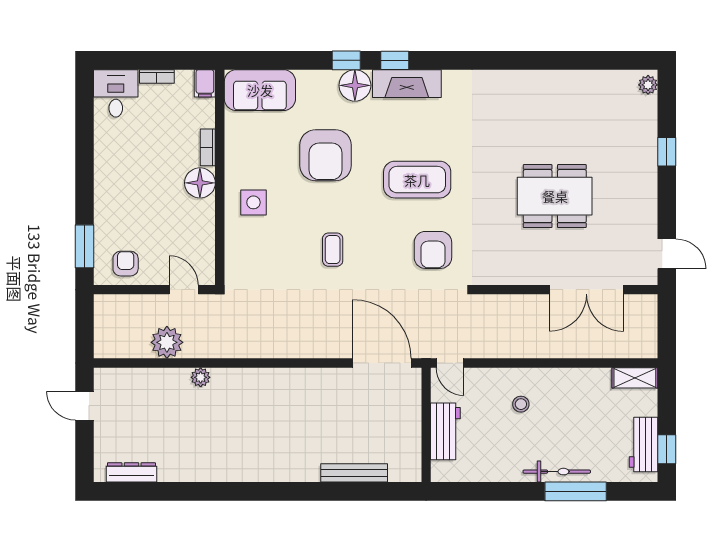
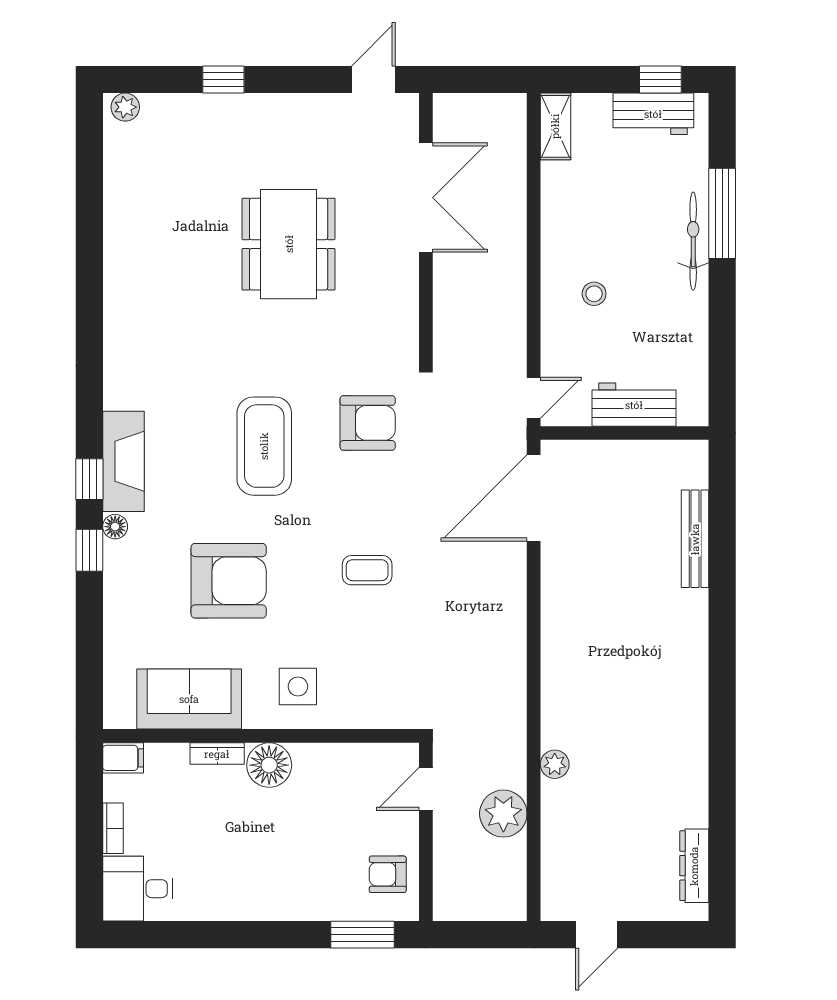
floor lamp: (355, 85) -> (115, 527), width x0.53, depth x0.53
sofa: (260, 90) -> (189, 699), moved, turned -90

